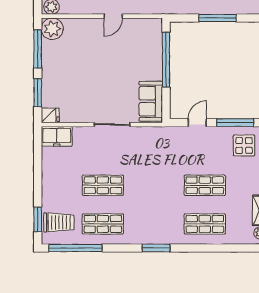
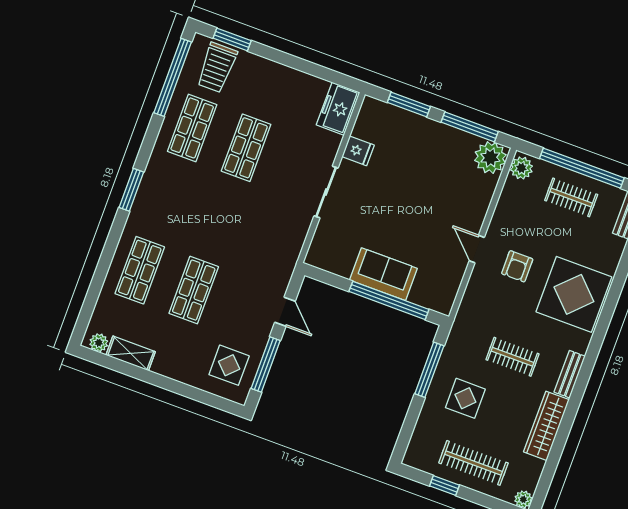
window: (218, 18) -> (429, 370), moved
sofa: (151, 101) -> (383, 274), moved
fridge: (50, 115) -> (358, 151), moved, turned -90

